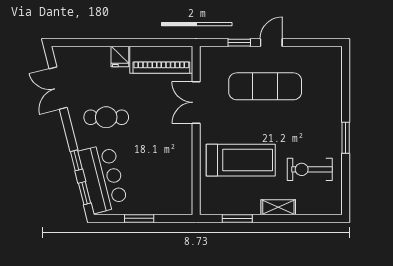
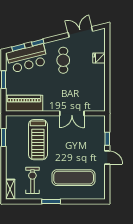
fridge: (120, 57) -> (99, 58), moved
piano: (161, 60) -> (24, 103), moved, turned 90
exercise mat: (265, 86) -> (74, 178), moved, turned 90
double door: (196, 102) -> (72, 113), swing flipped
shelving: (278, 207) -> (10, 189), moved

